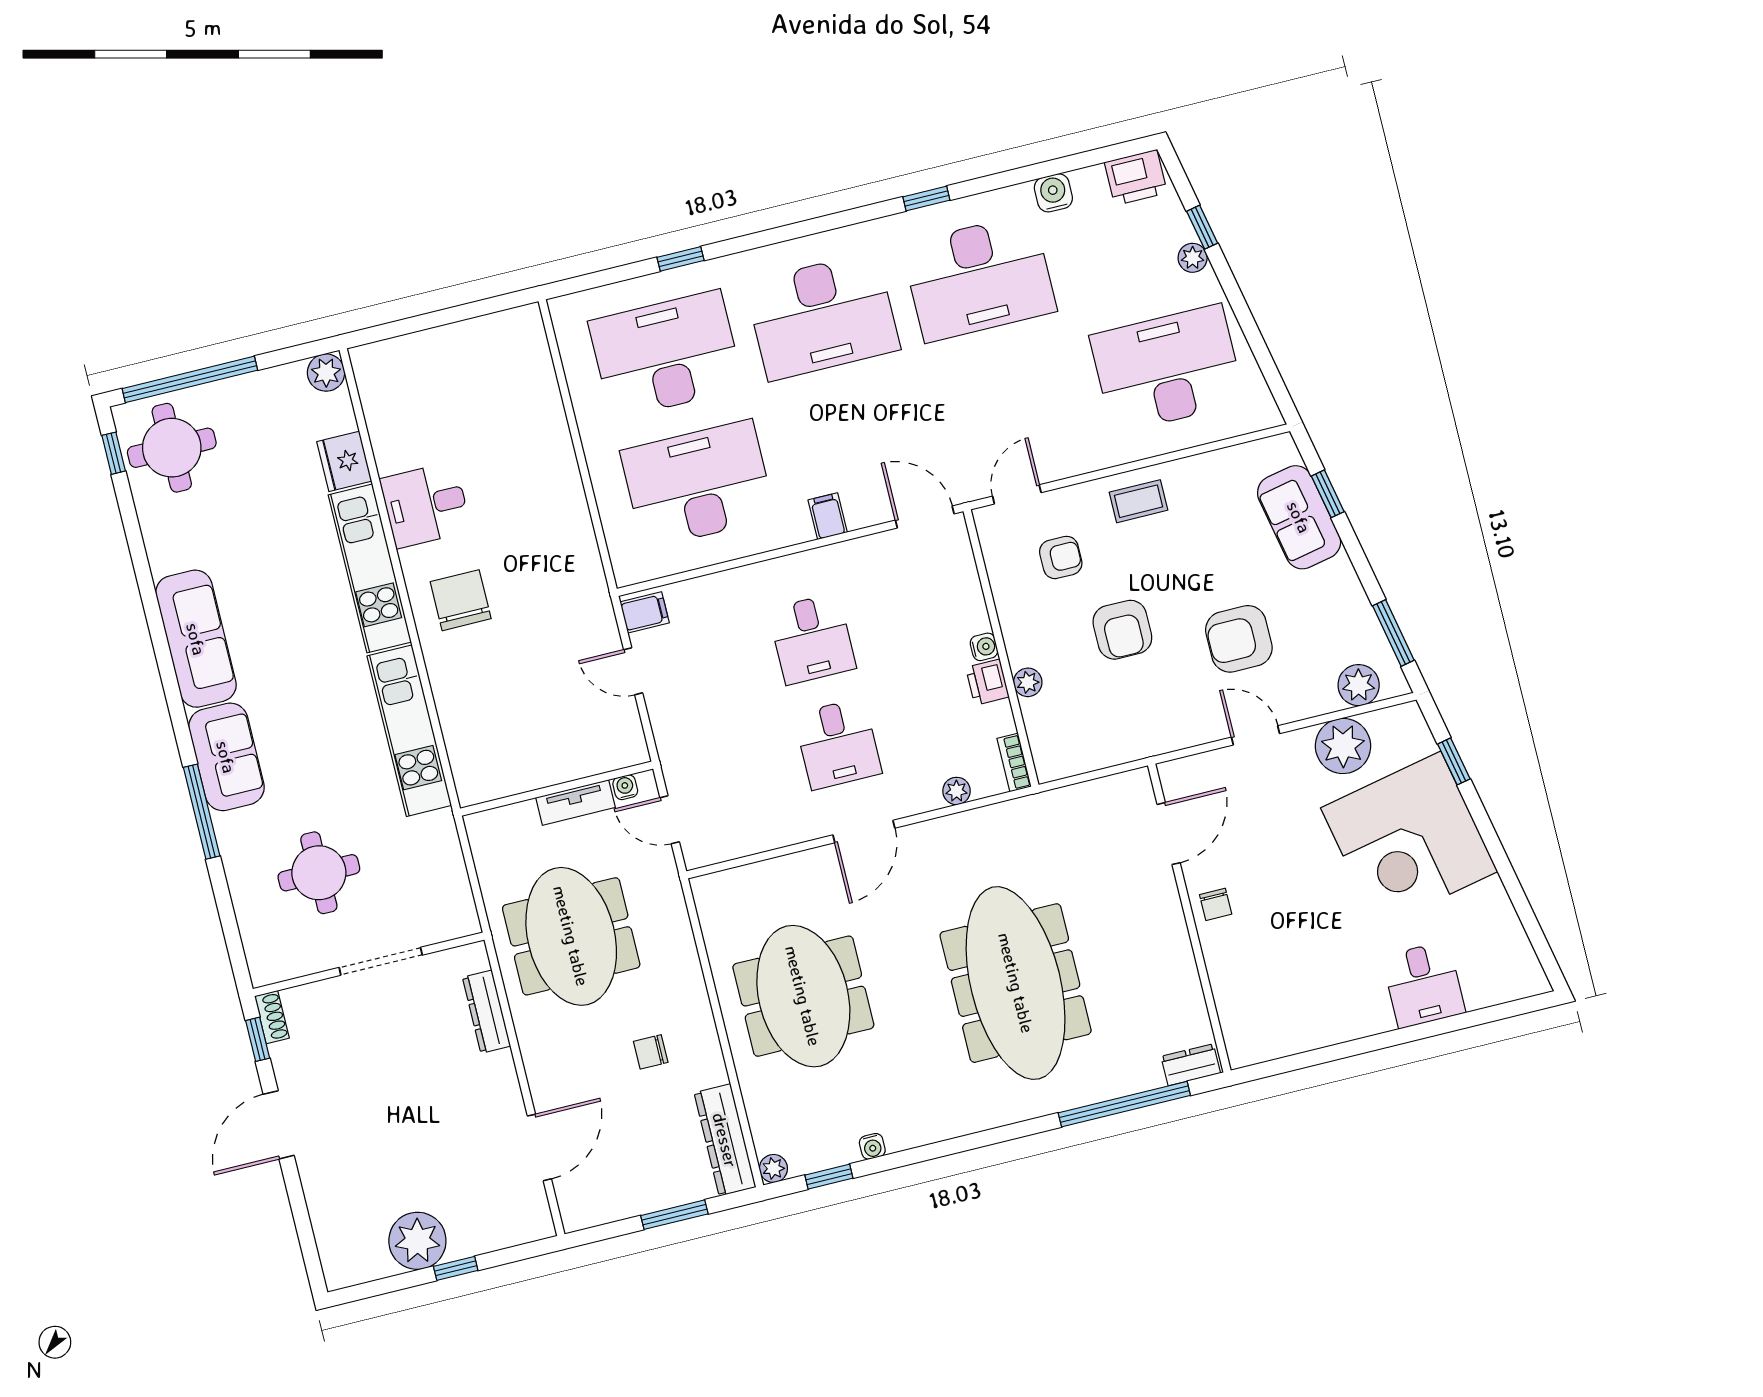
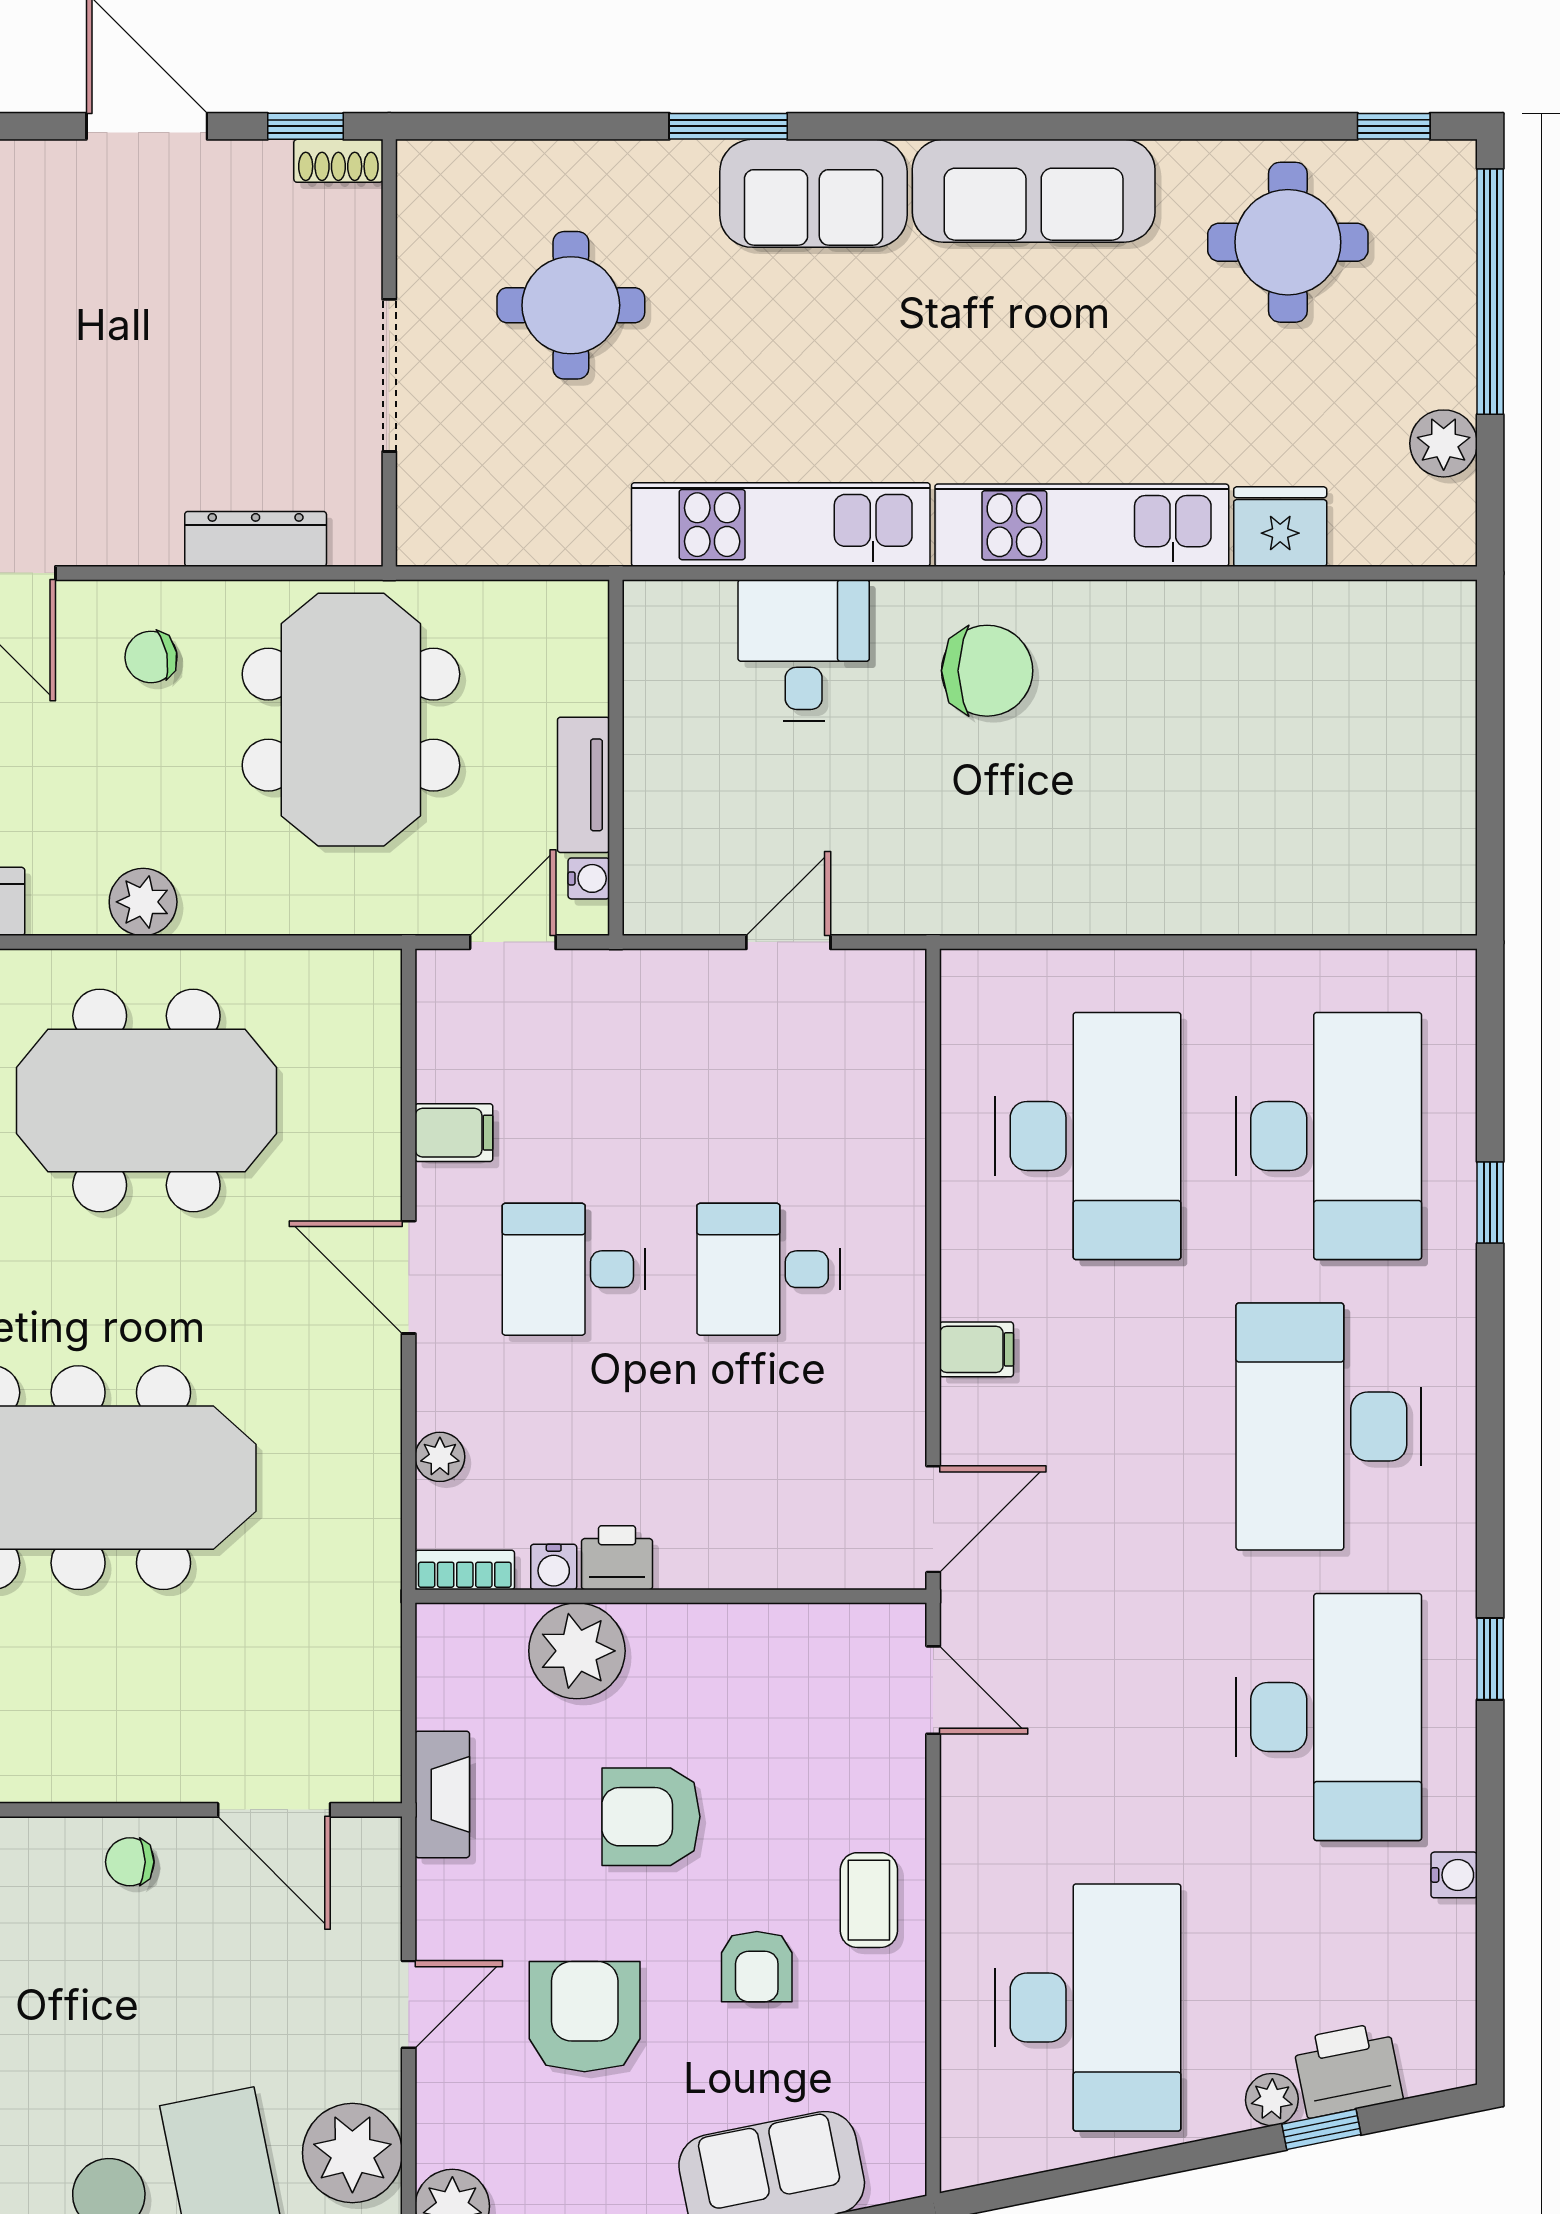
printer: (1136, 178) -> (1348, 2070), moved, turned 79
water cooler: (1053, 193) -> (1454, 1875), width x0.72, depth x0.72
desk: (979, 278) -> (1329, 1717), turned 180
plant: (326, 373) -> (1444, 443), moved
round table: (172, 448) -> (1288, 242), moved
desk: (425, 505) -> (804, 650), moved
armchair: (1061, 557) -> (757, 1967), moved
filing cabinet: (645, 612) -> (454, 1133), moved, turned -90
water cooler: (984, 647) -> (554, 1567), moved
plant: (1028, 682) -> (577, 1651), width x1.88, depth x1.88
fireplace: (1138, 745) -> (442, 1794), added
window: (202, 812) -> (728, 126), width x0.69
meeting table: (571, 936) -> (351, 720), turned 90
plant: (697, 1024) -> (143, 902), added
chair: (651, 1052) -> (151, 657), moved, turned -101

